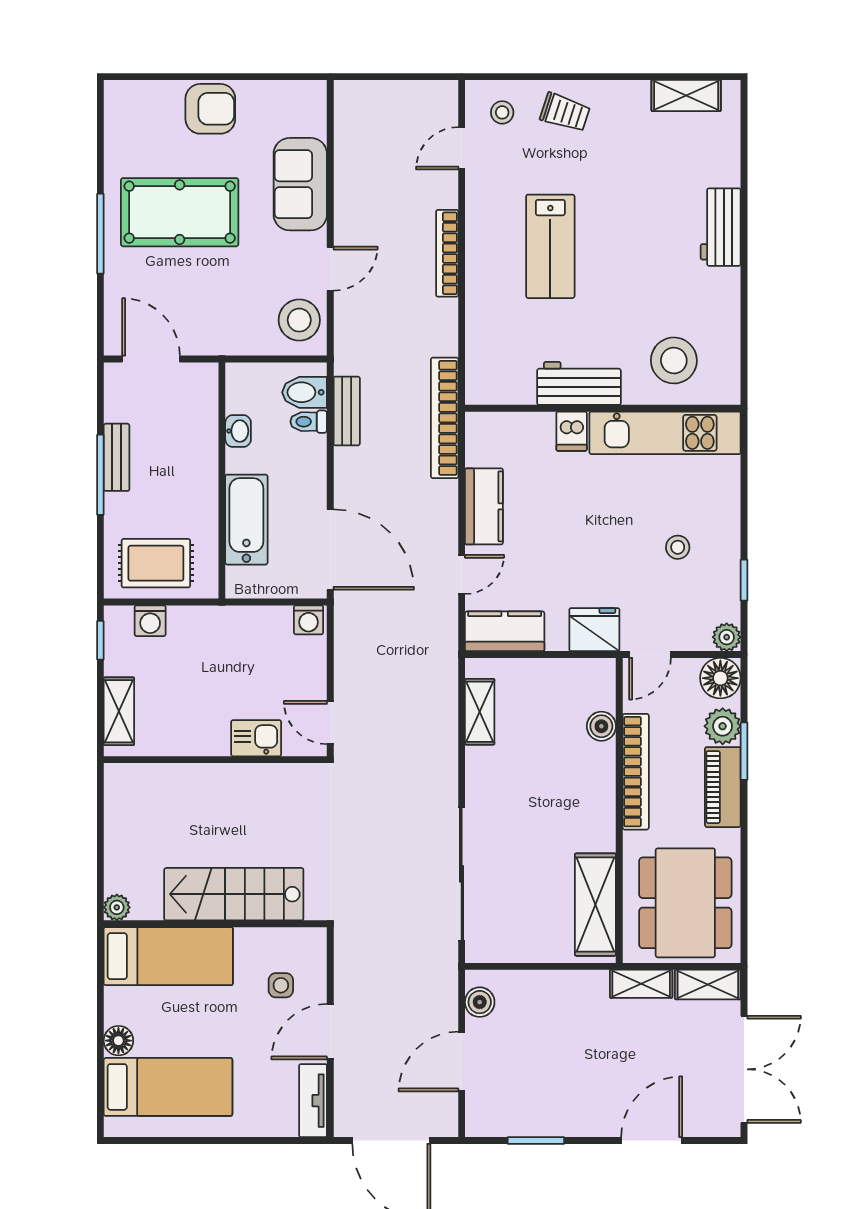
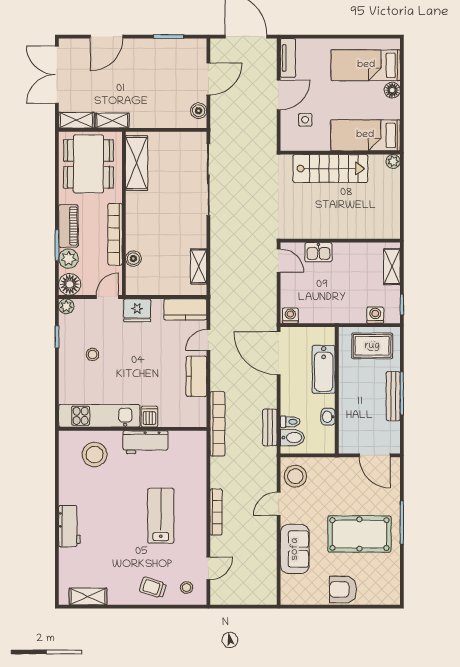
bench: (117, 457) -> (393, 396), width x1.36

